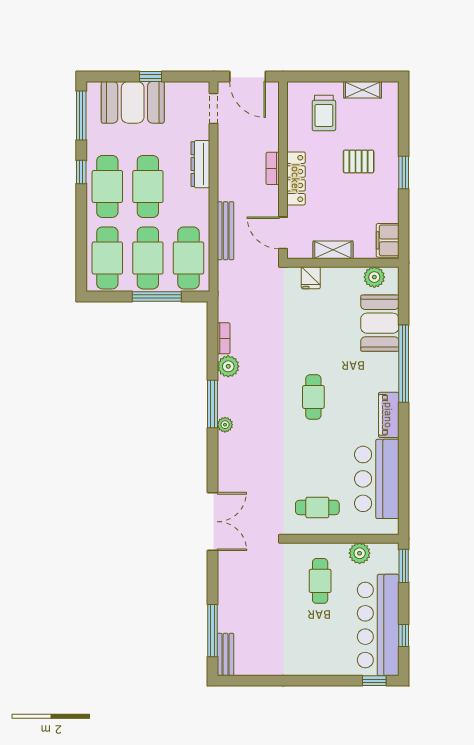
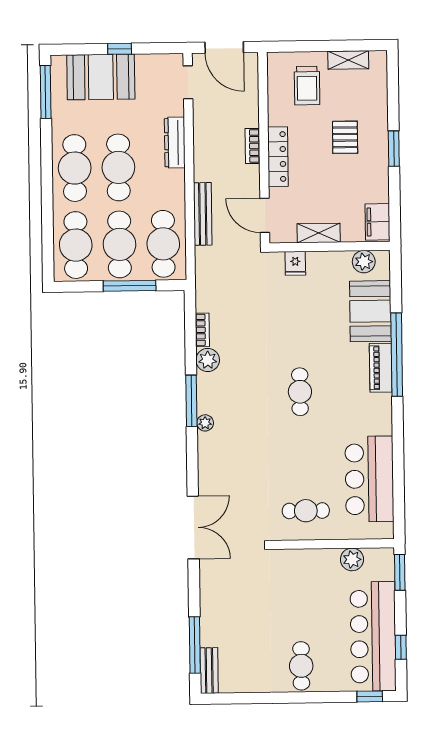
pallet: (359, 161) -> (345, 137), turned 90
window: (81, 172) -> (46, 153), removed
piano: (389, 415) -> (381, 368), moved
cafe table: (320, 581) -> (301, 666), moved

